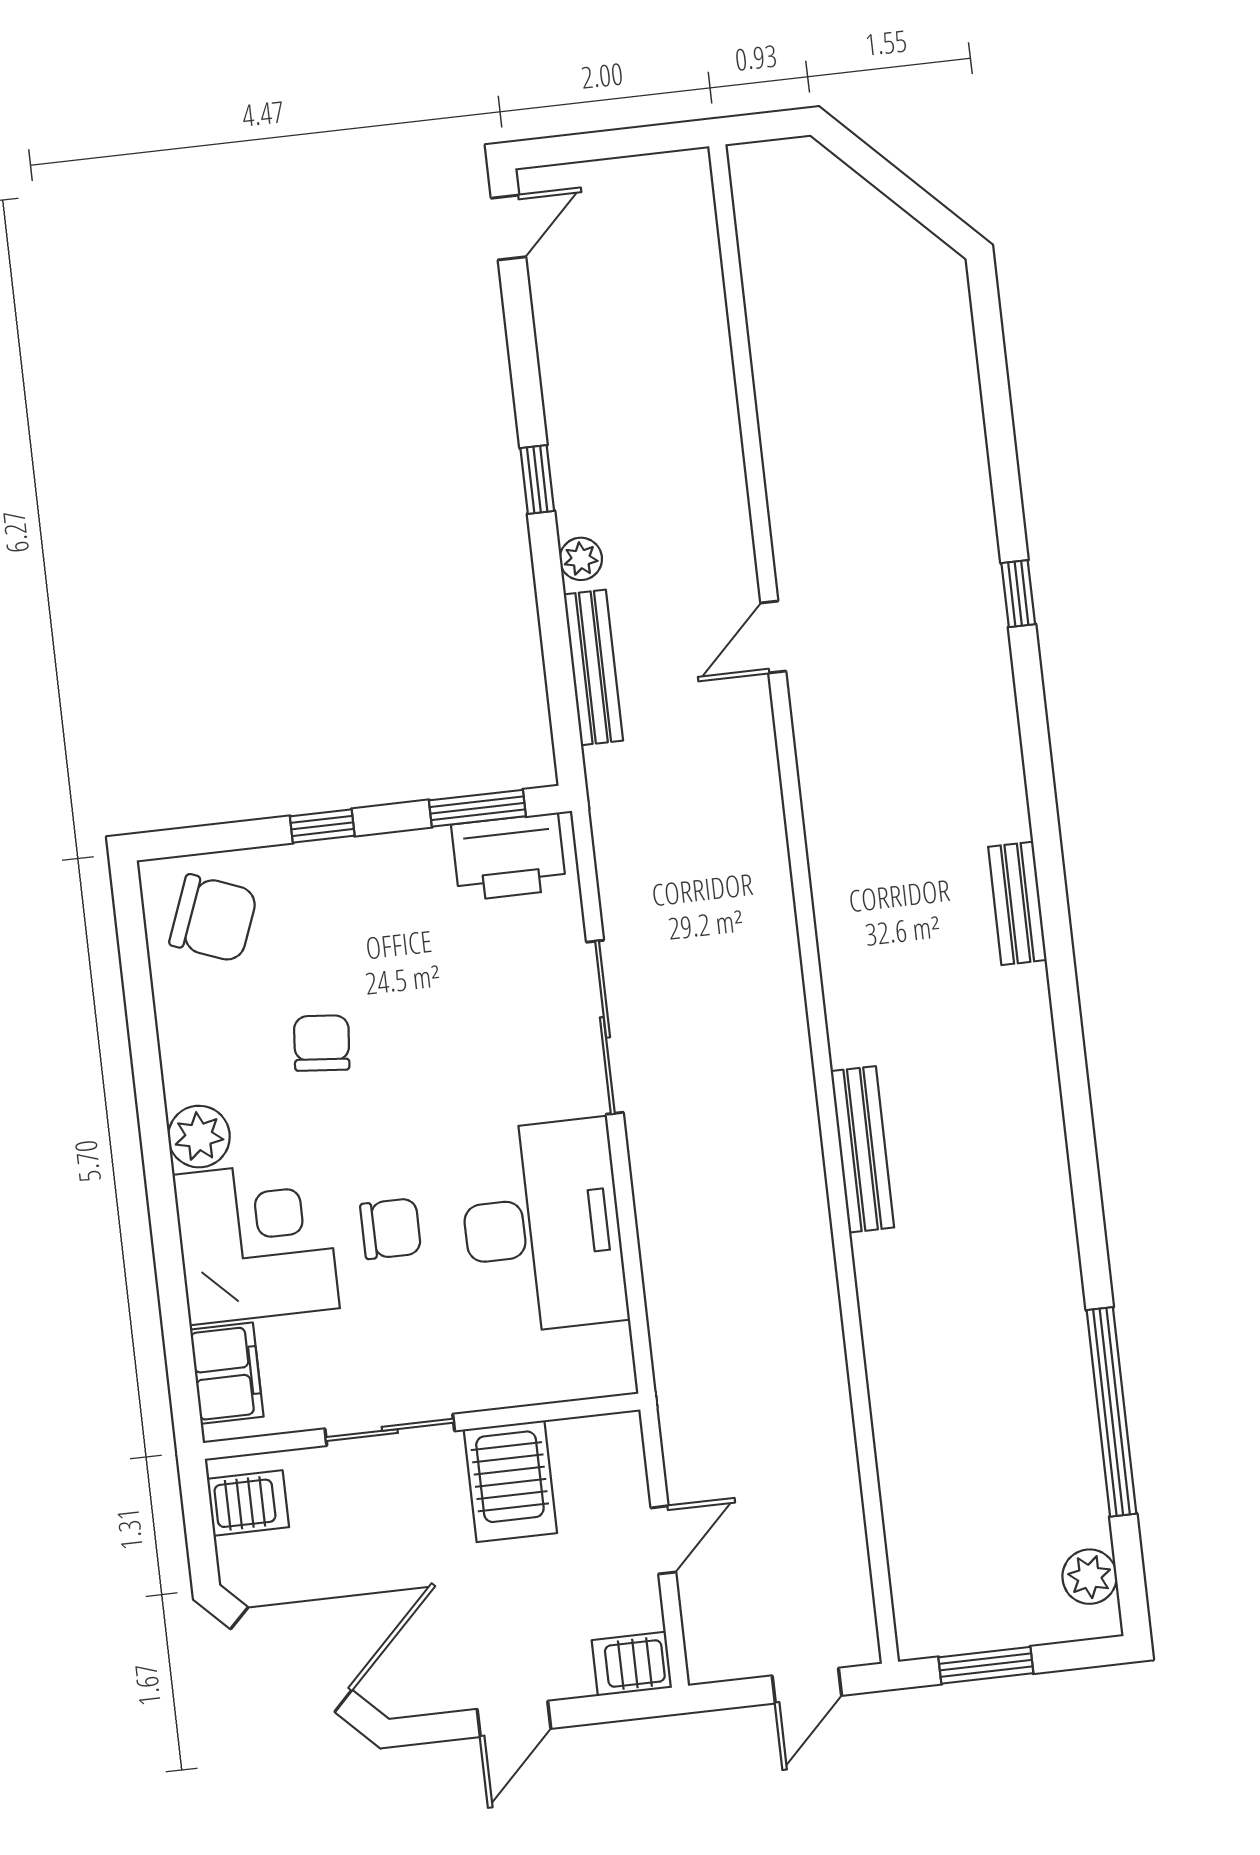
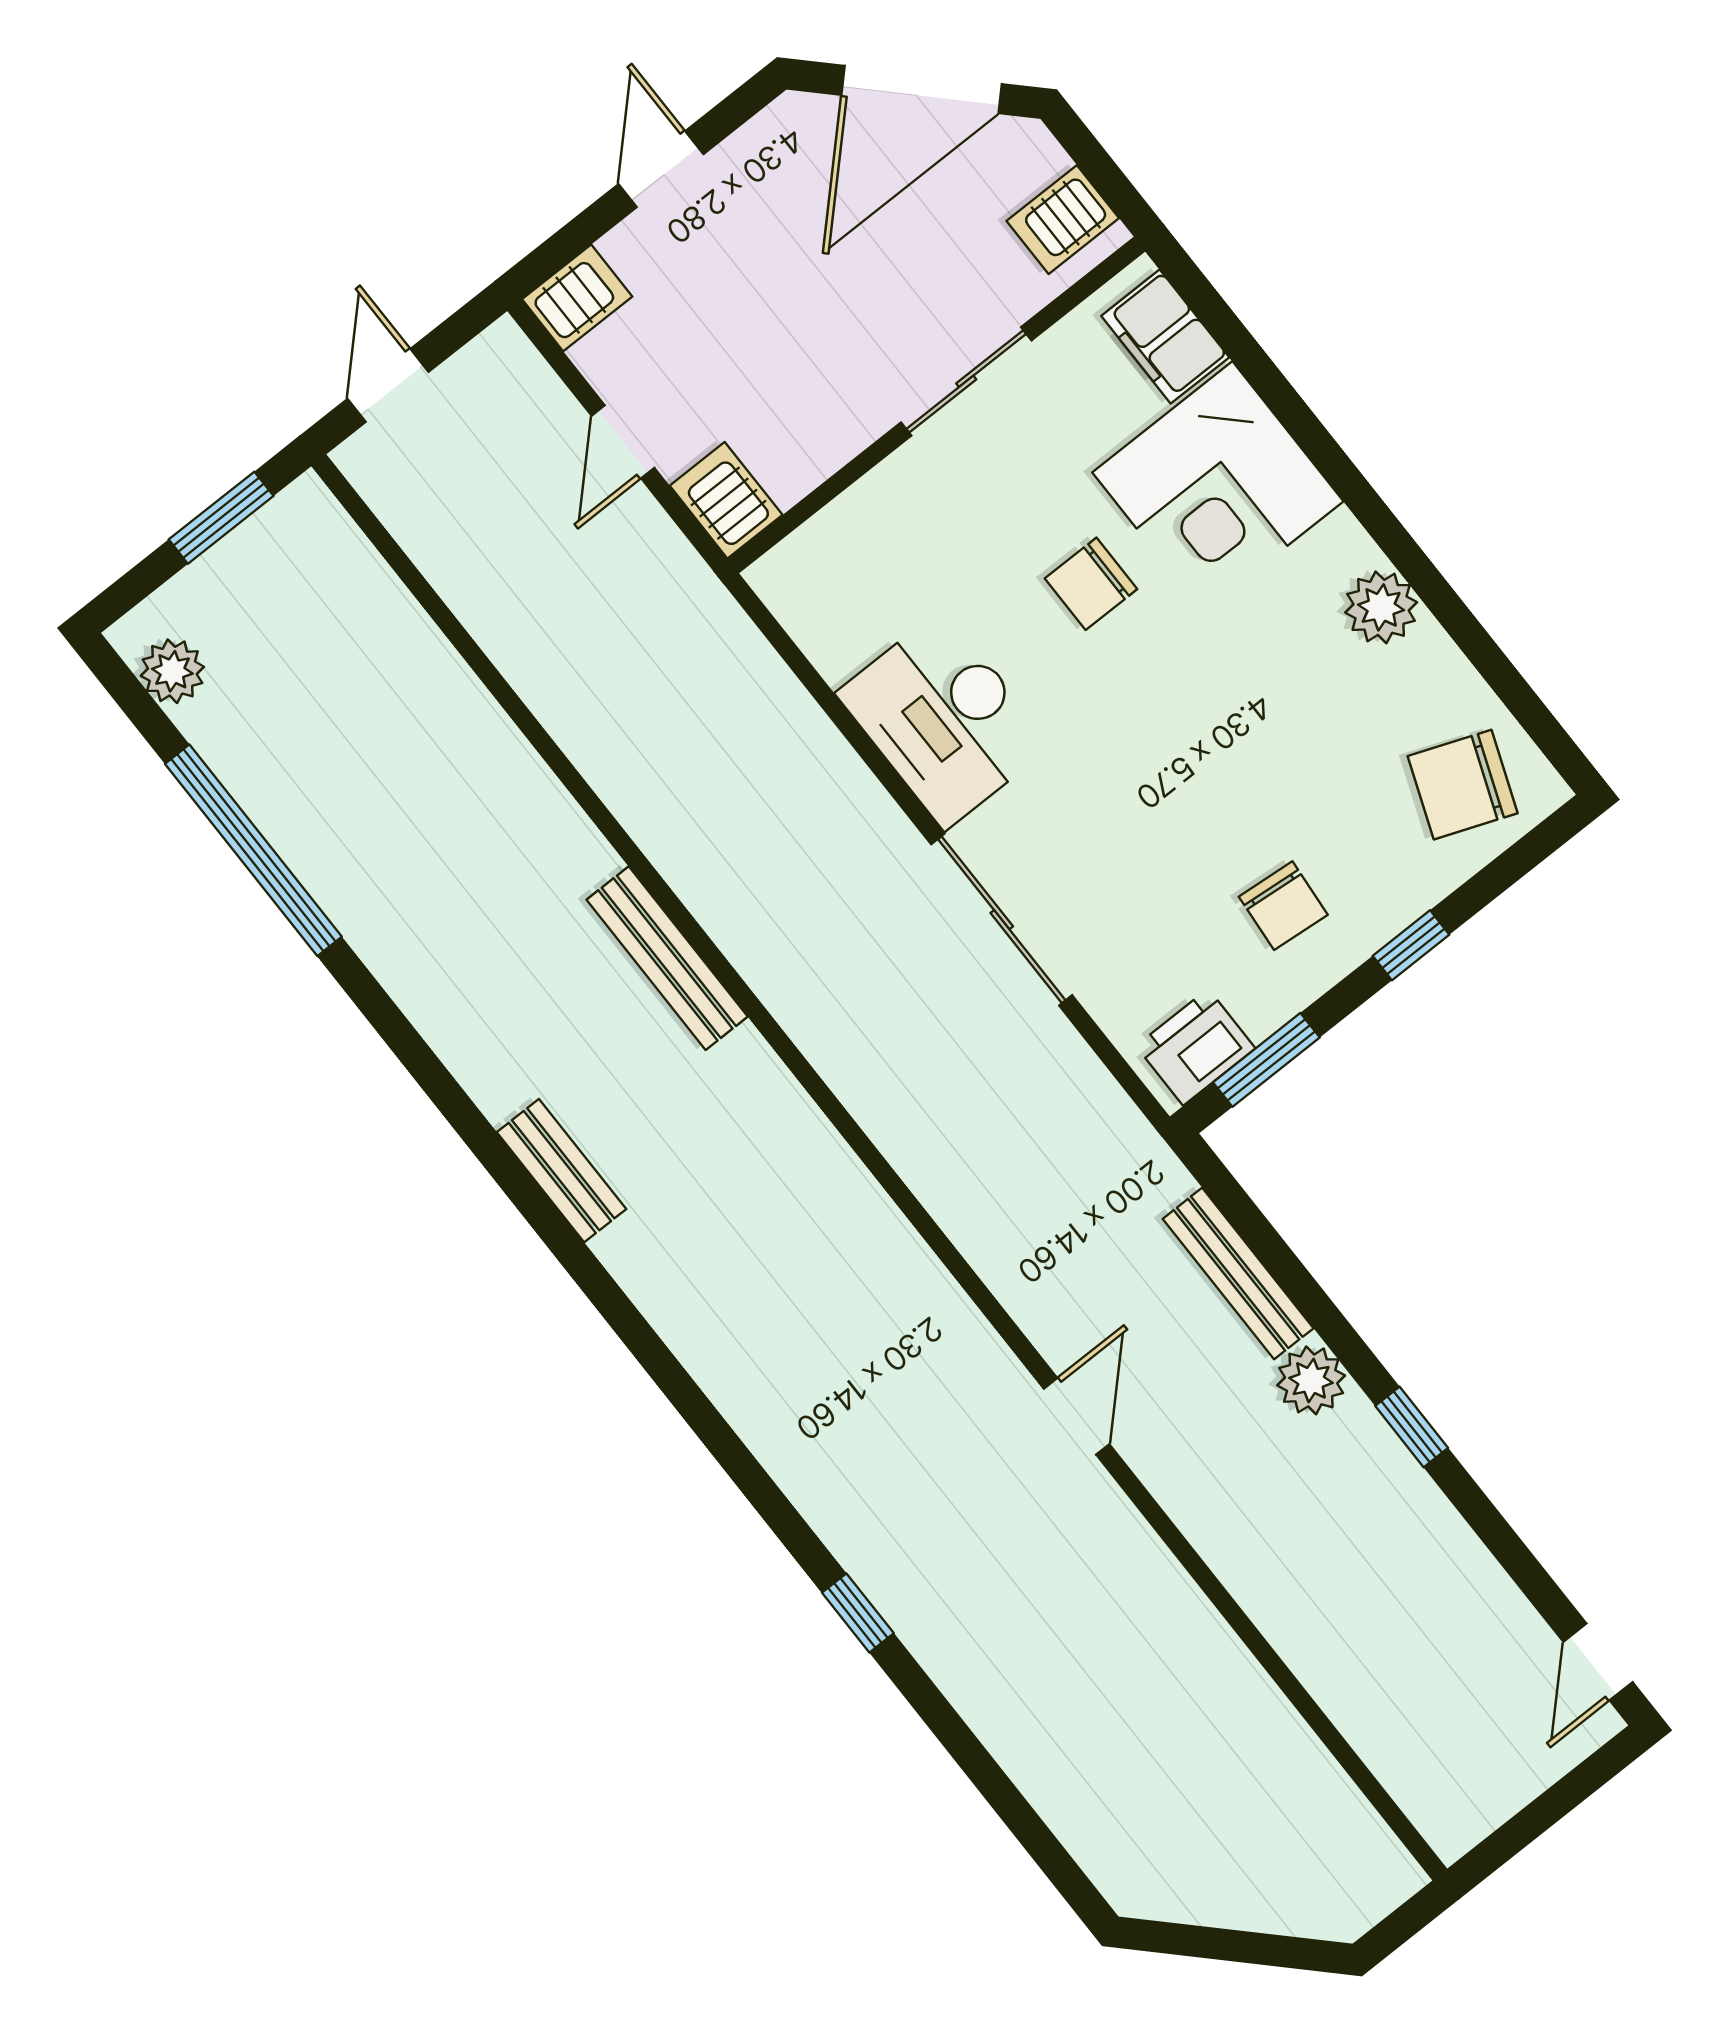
plant: (581, 559) -> (1311, 1380), width x1.38, depth x1.38
printer: (509, 857) -> (1196, 1047), width x0.73, depth x0.84
bench: (1017, 903) -> (561, 1171), moved
chair: (322, 1043) -> (1283, 906), moved
plant: (199, 1137) -> (1381, 607), moved
desk: (542, 1226) -> (944, 719), width x0.73, depth x0.77
server rack: (510, 1481) -> (726, 500), moved, width x0.73, depth x0.70

